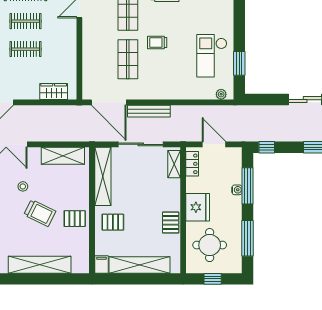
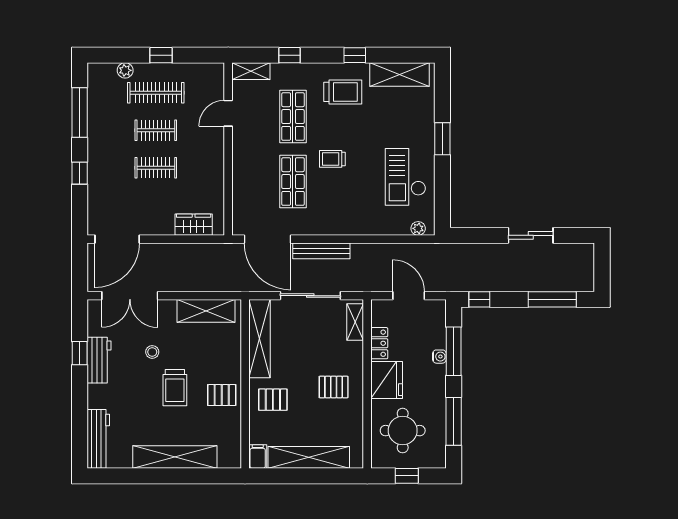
window: (239, 63) -> (442, 139), moved
locker: (192, 164) -> (379, 343), moved
trolley: (40, 213) -> (175, 388), turned 64
pallet: (171, 223) -> (334, 387), moved, turned 90

